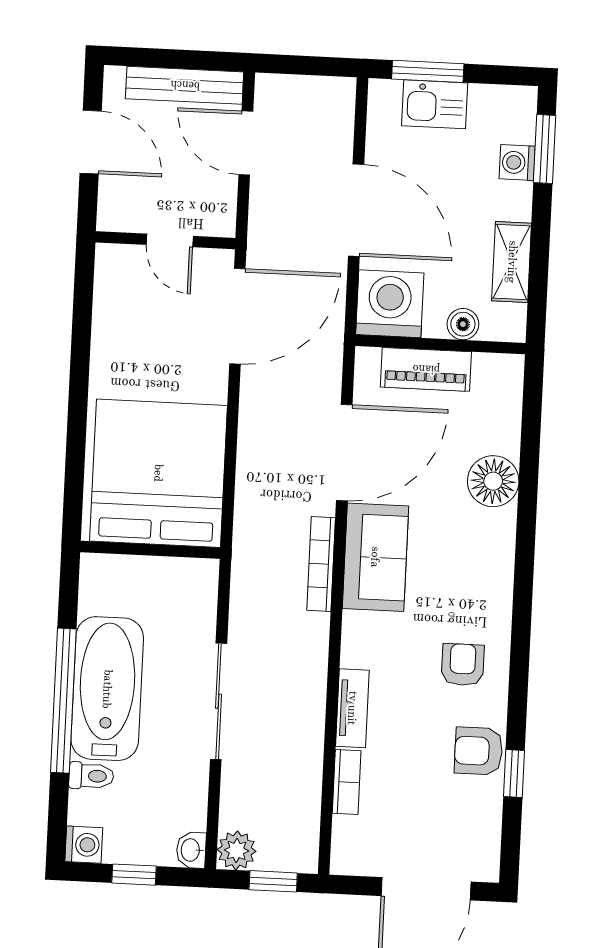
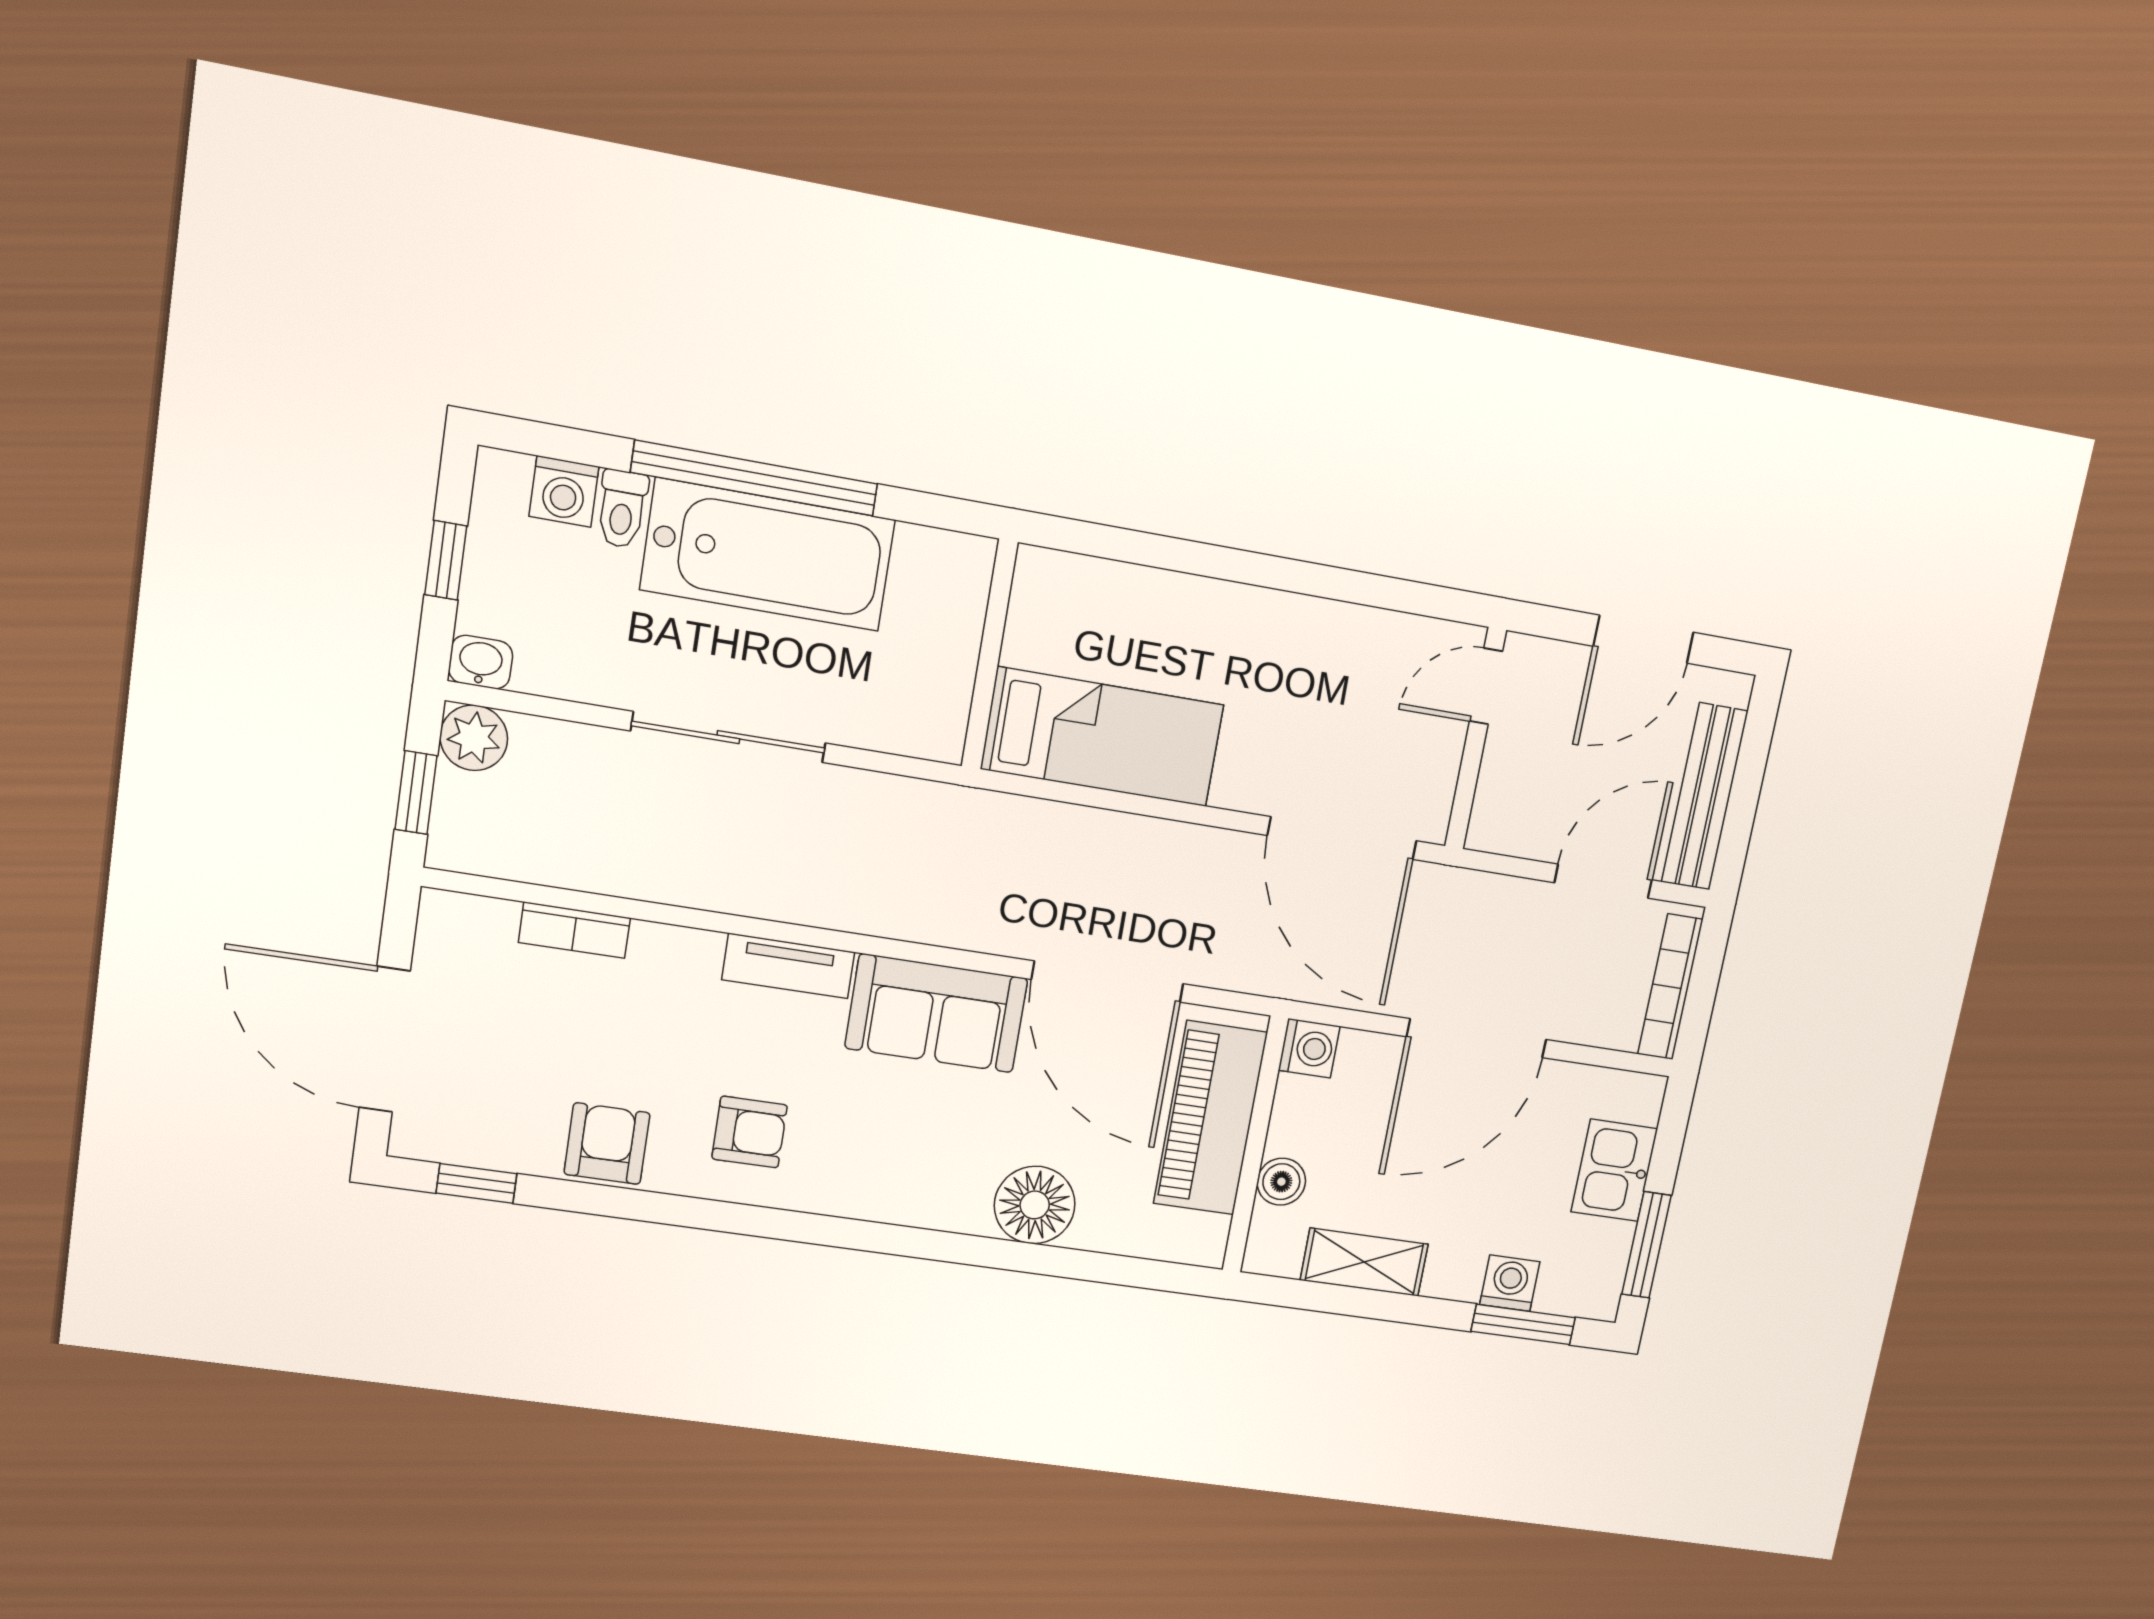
window: (428, 71) -> (1646, 1245), moved
door: (170, 240) -> (1486, 686), moved
washing machine: (390, 304) -> (1309, 1048), width x0.53, depth x0.53
piano: (426, 369) -> (1210, 1118), width x1.37, depth x1.33
bed: (158, 473) -> (1102, 737), width x0.49
bookcase: (321, 564) -> (1670, 987), moved, turned -90
tv unit: (352, 708) -> (788, 966), moved
window: (514, 773) -> (477, 1183), moved
washing machine: (84, 845) -> (564, 491), moved

